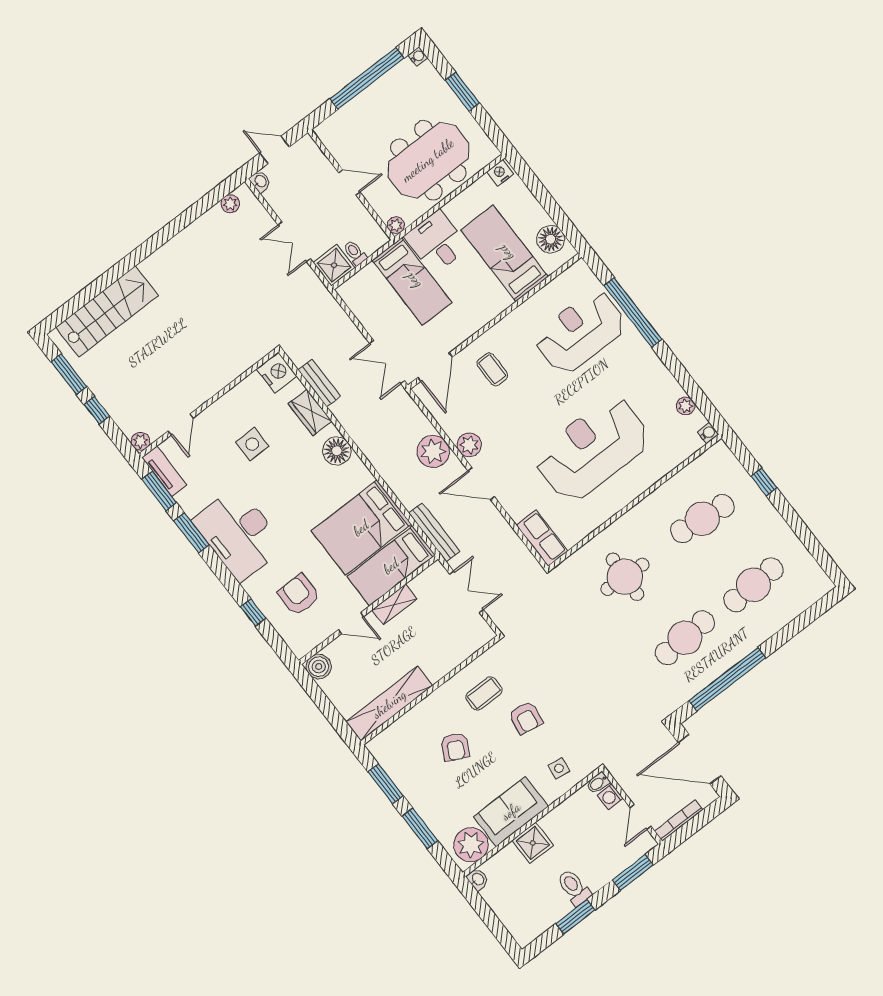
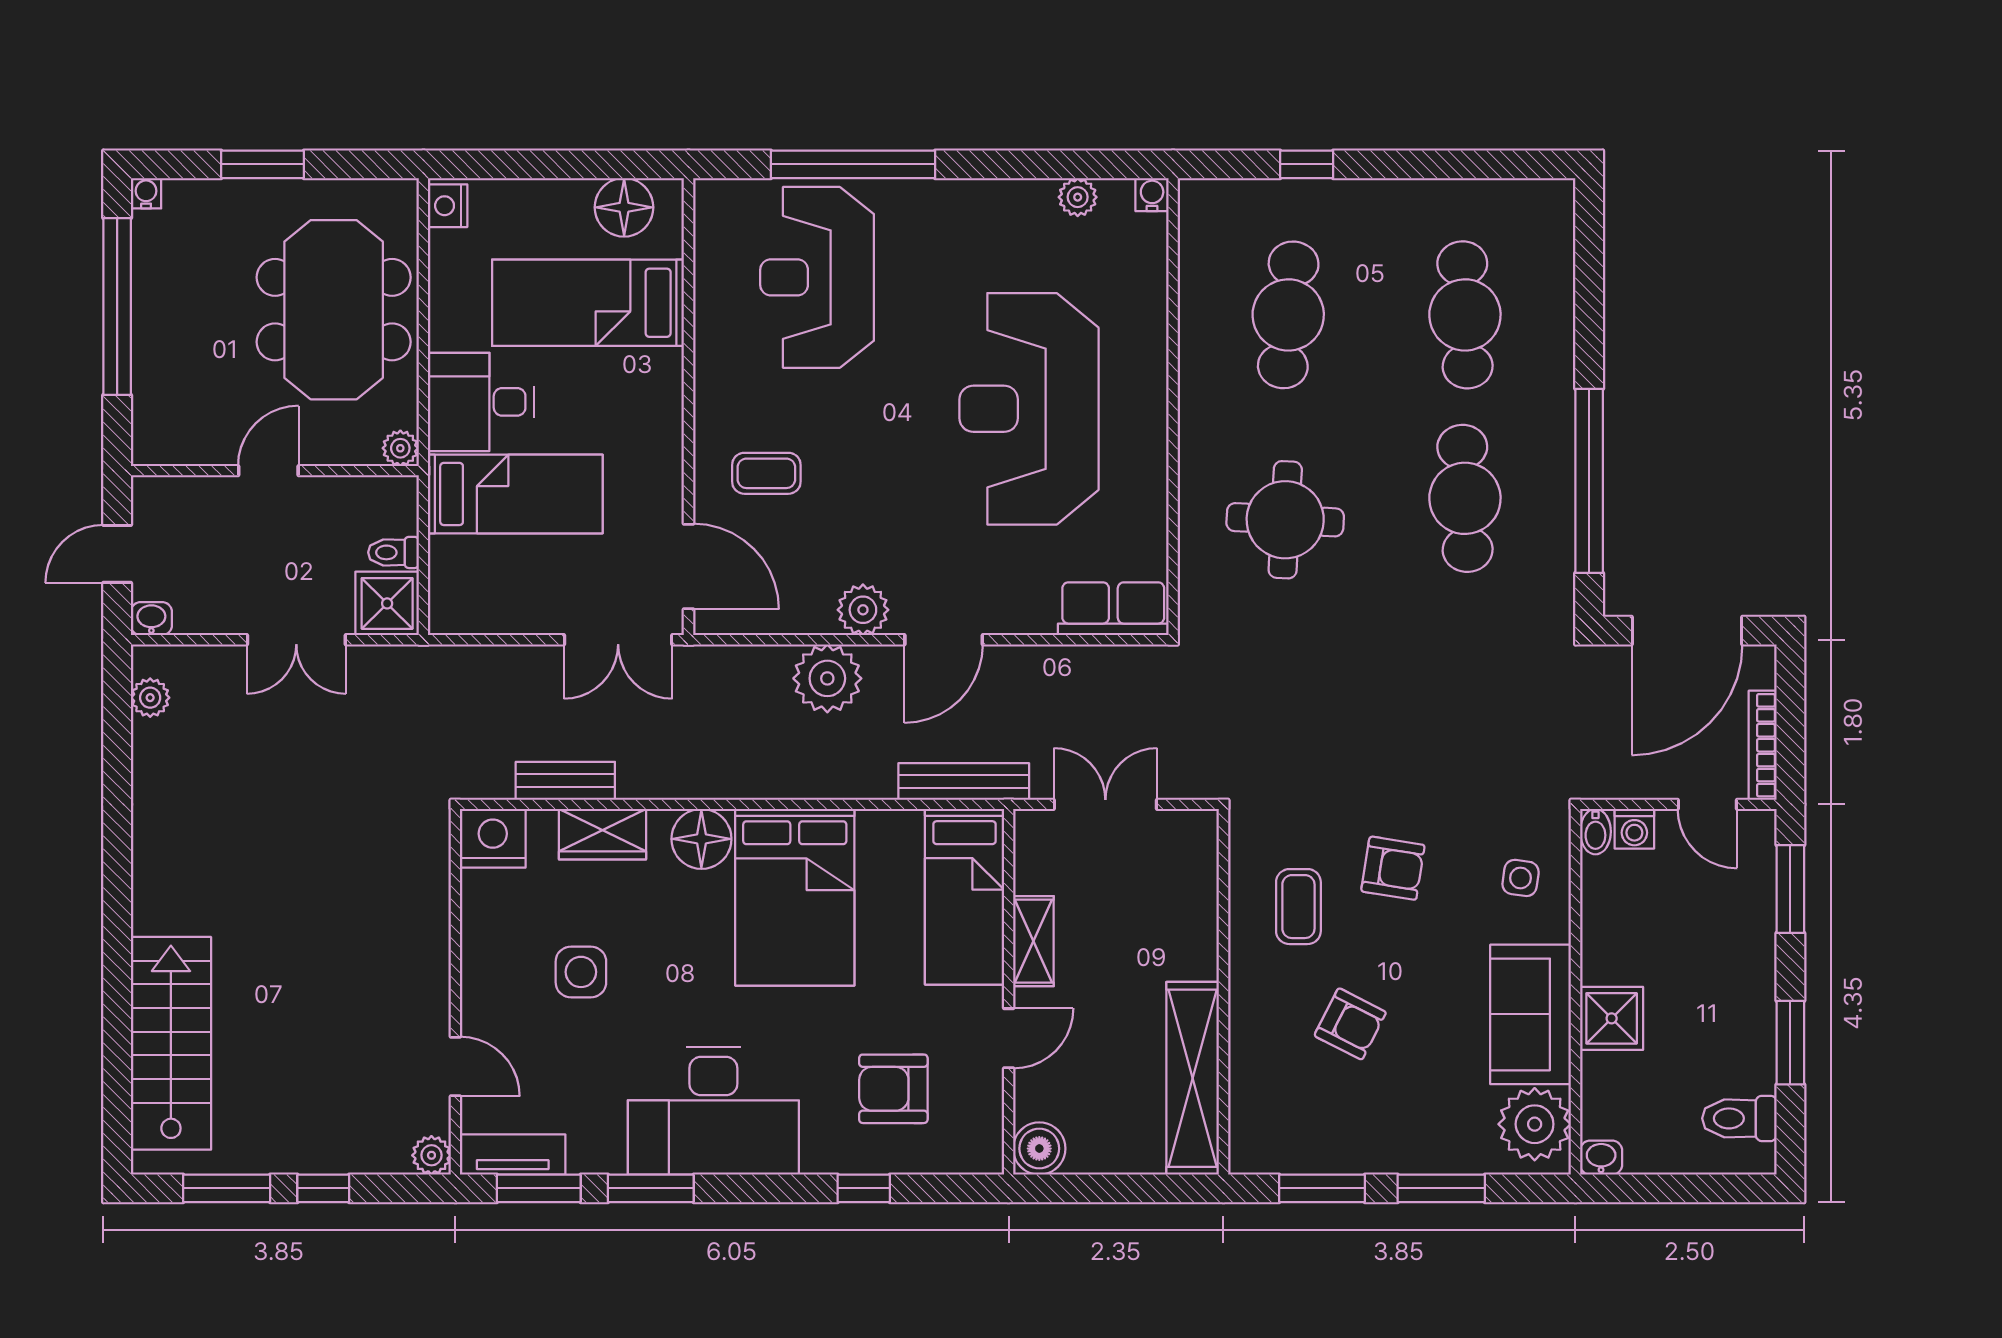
bed: (361, 528) -> (795, 897), moved
toilet: (574, 887) -> (1739, 1118), moved

